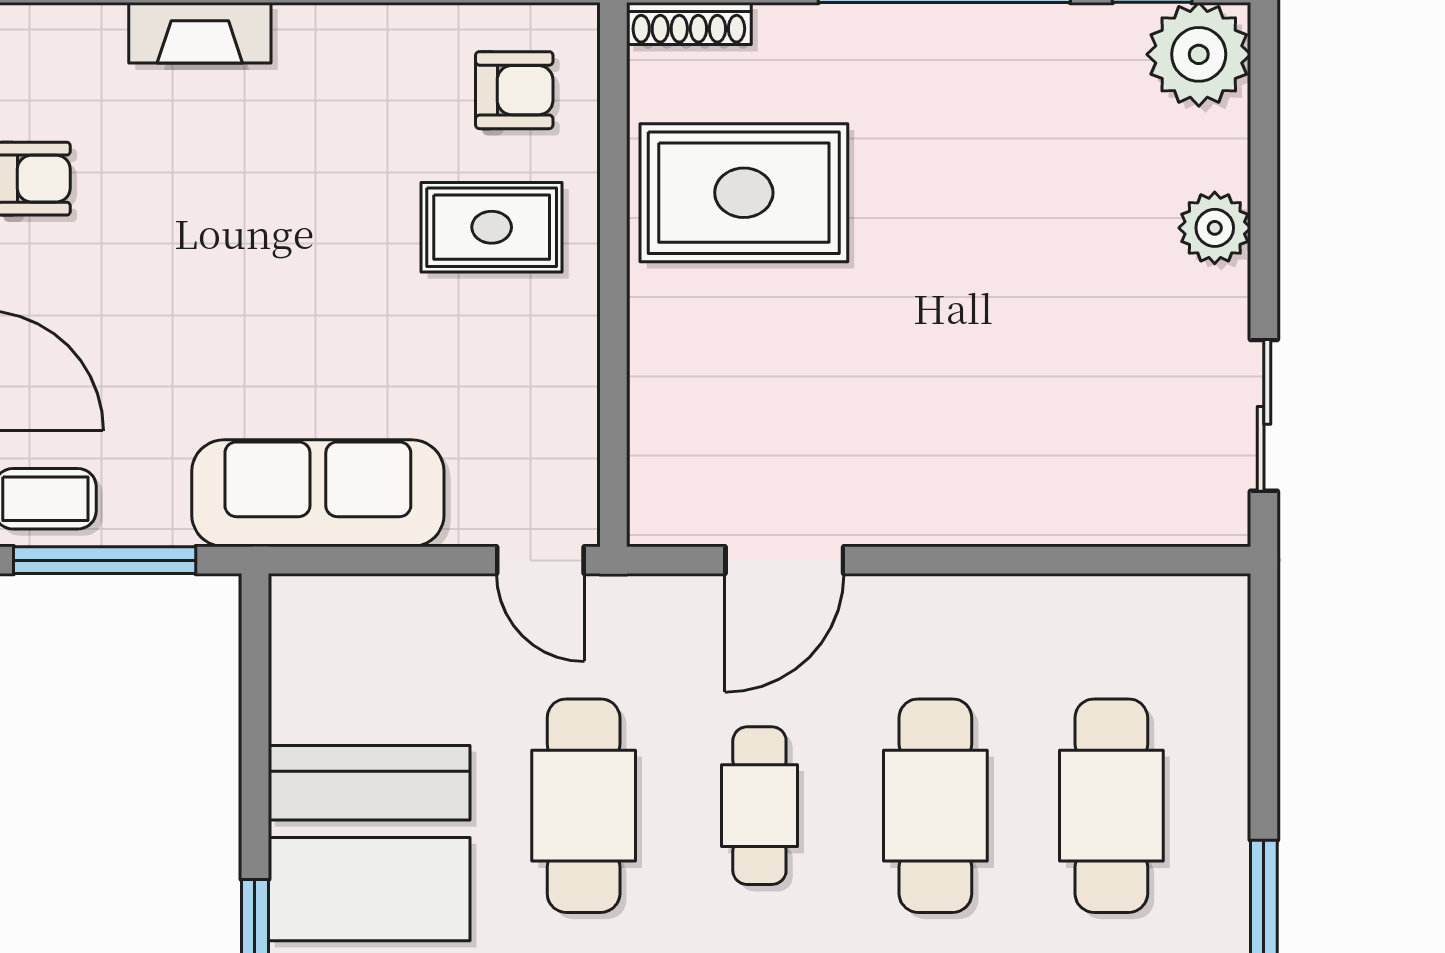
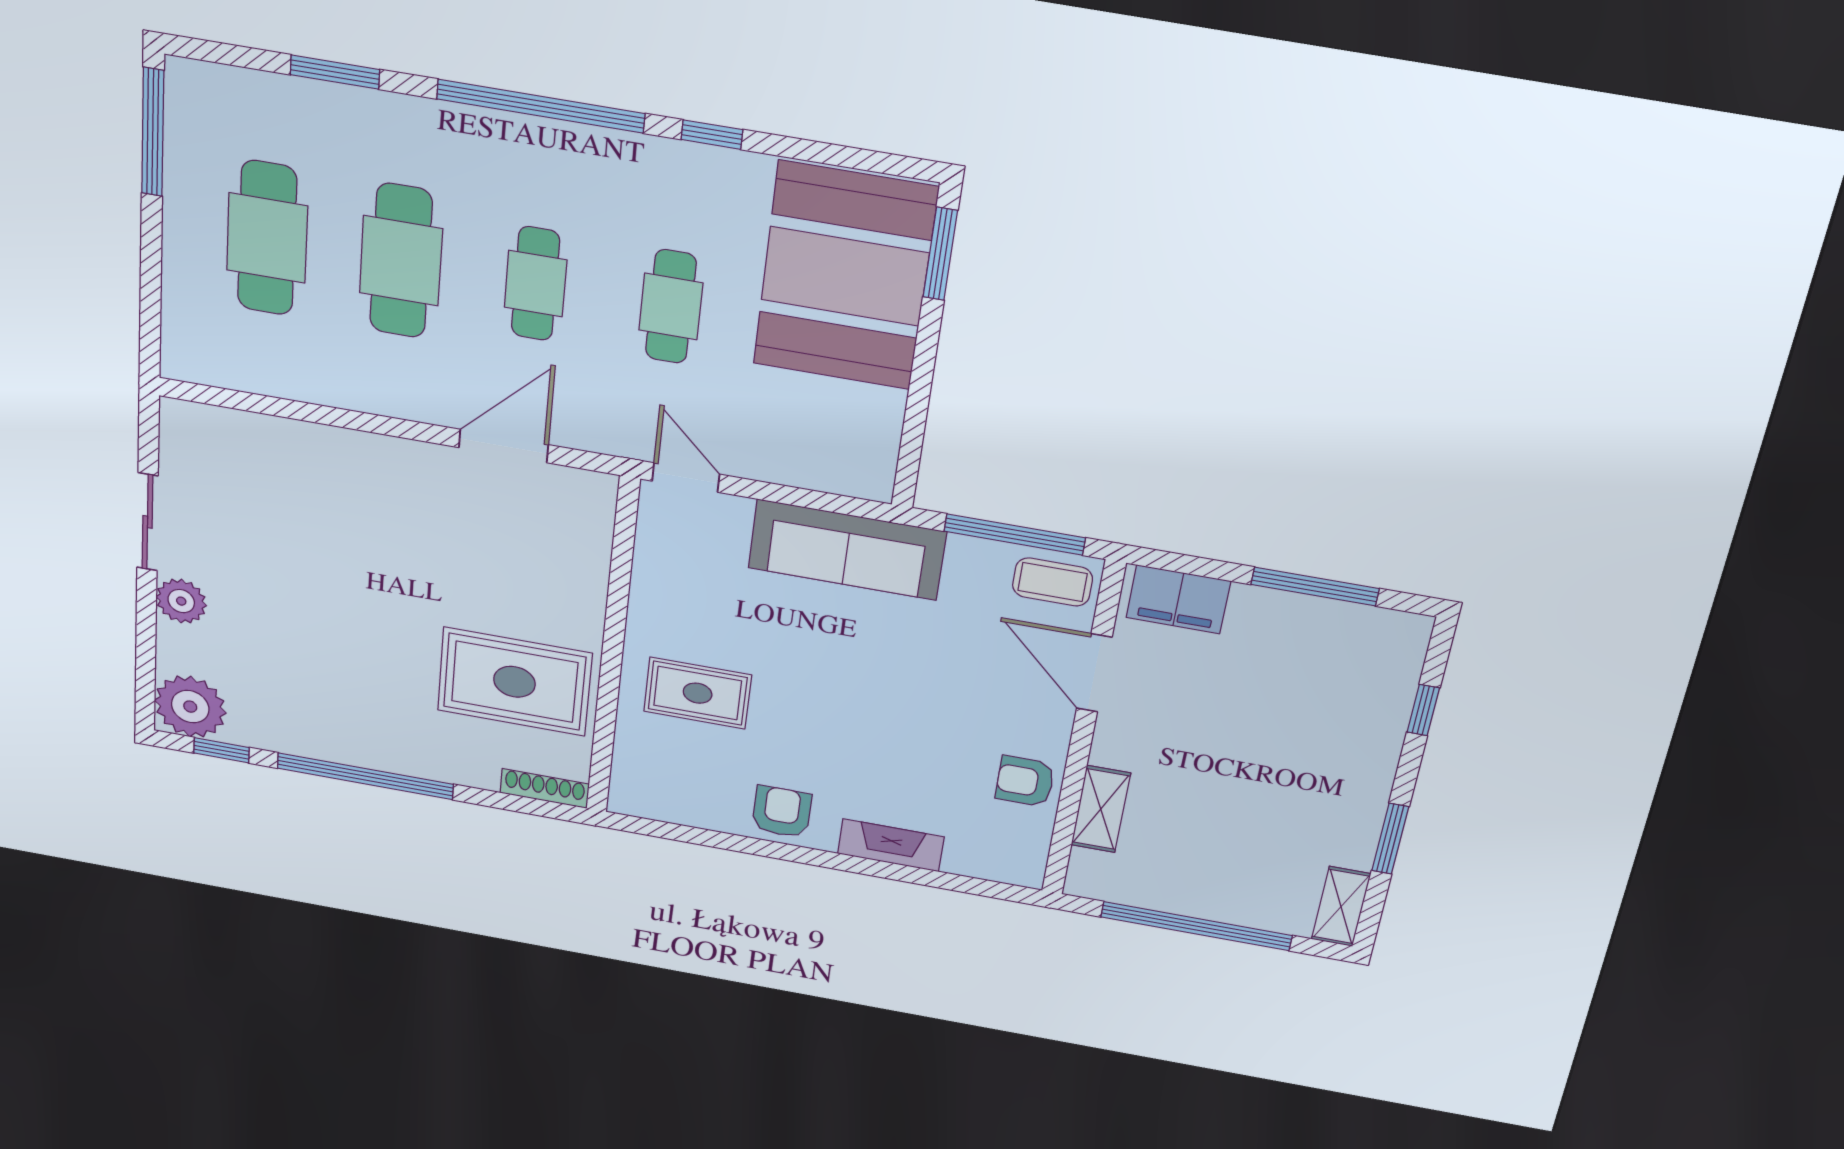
armchair: (514, 90) -> (782, 812), moved, turned 90
sliding door: (1264, 415) -> (147, 522), moved
cafe table: (584, 806) -> (671, 307), width x0.73, depth x0.74

